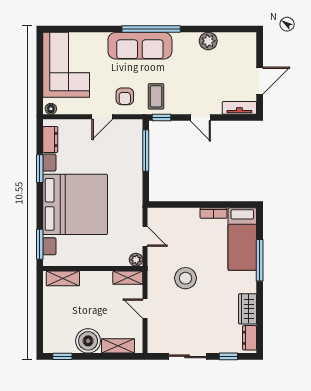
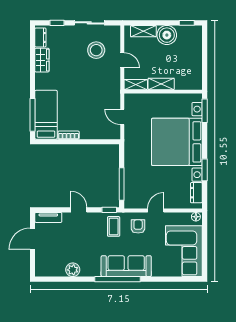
plant: (136, 260) -> (129, 99), removed
window: (260, 260) -> (32, 115), moved
shelving: (63, 278) -> (161, 84), moved
stool: (185, 278) -> (96, 50), moved

